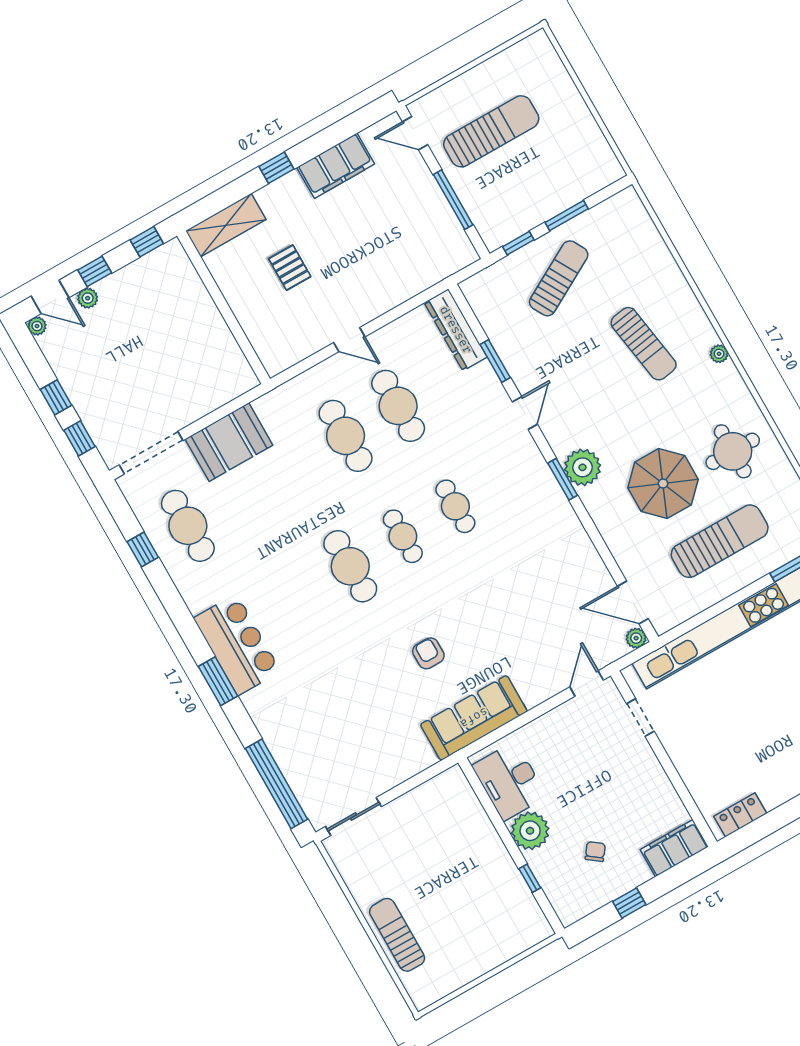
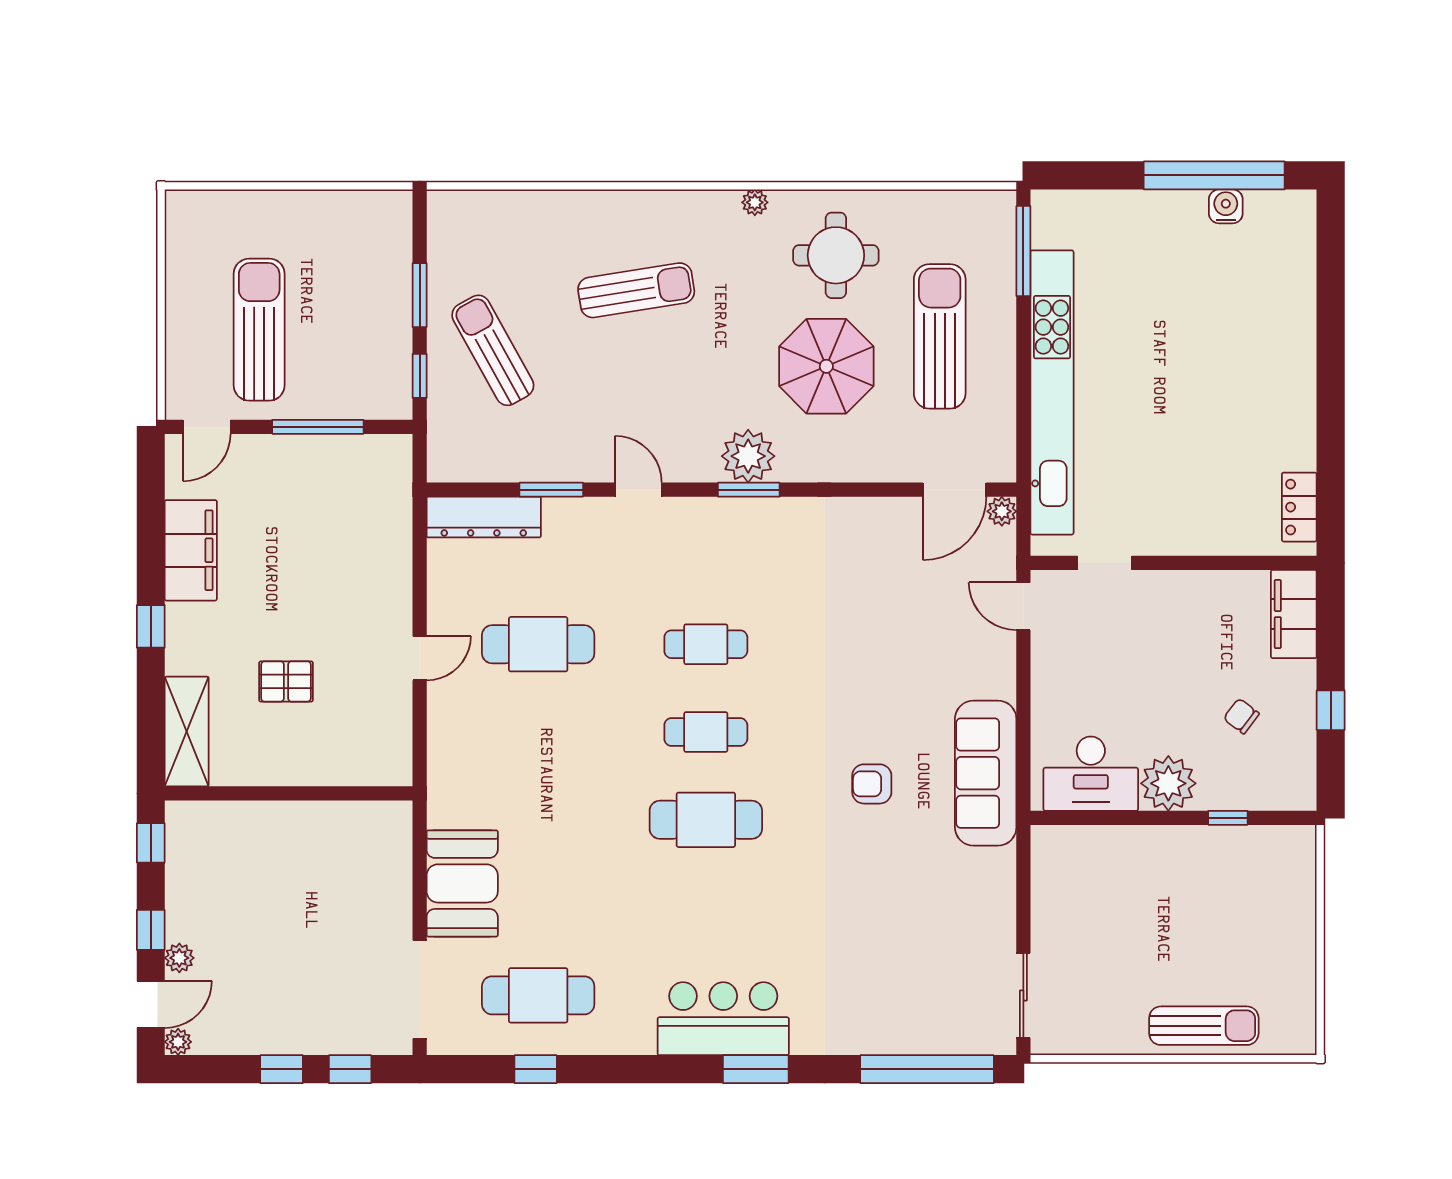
plant: (719, 354) -> (755, 202), moved
cafe table: (346, 436) -> (538, 732), removed
sun lounger: (397, 935) -> (1204, 1026), turned 180

